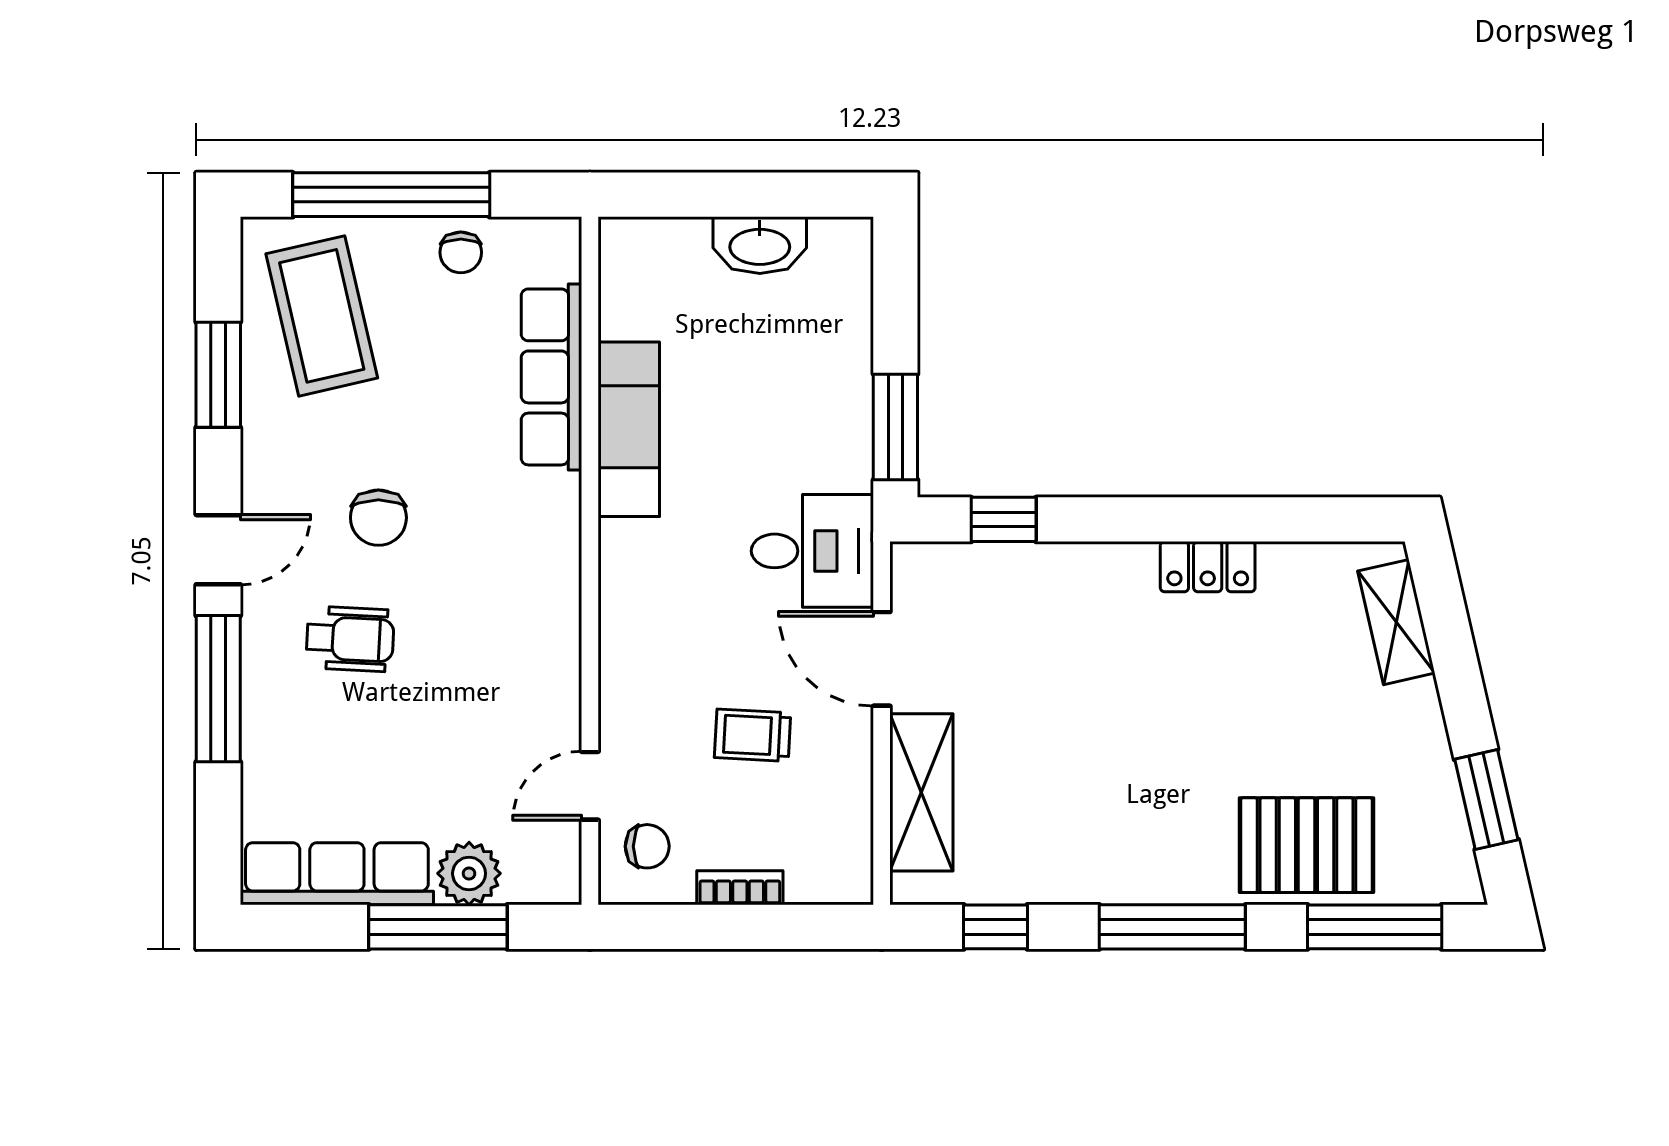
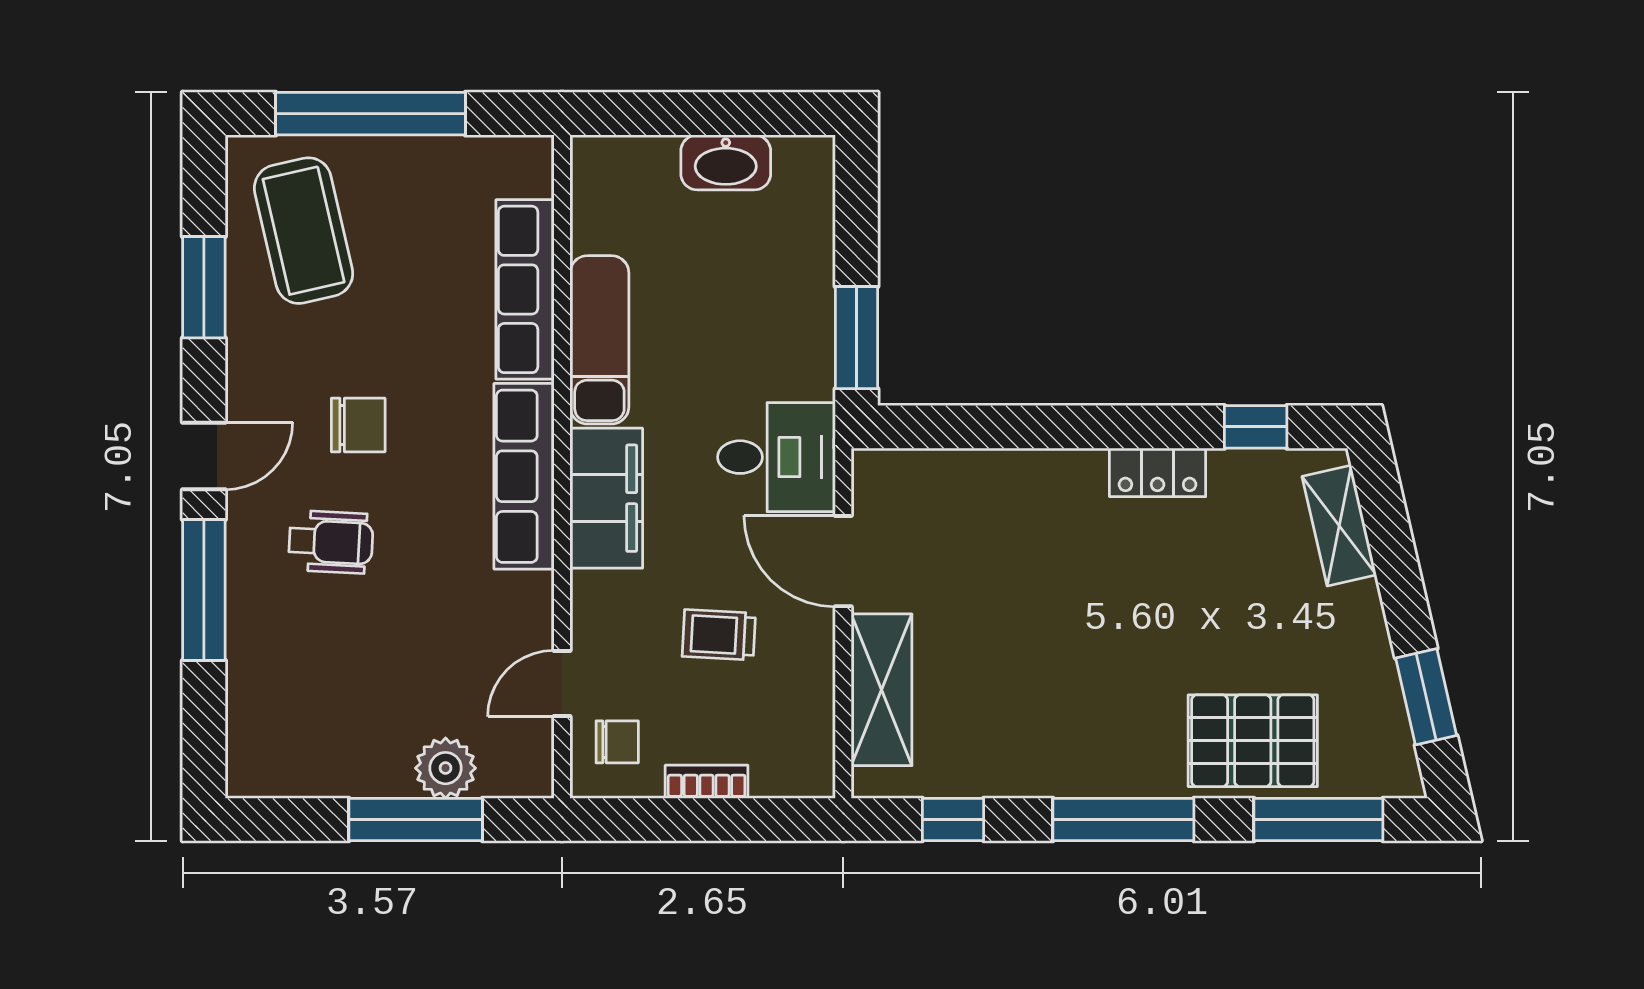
chair: (461, 252) -> (438, 169), removed
chair: (378, 518) -> (358, 425), turned -90
window: (1004, 519) -> (1256, 427), moved
filing cabinet: (636, 594) -> (606, 498), added
row of seats: (337, 874) -> (524, 476), moved, turned -90

